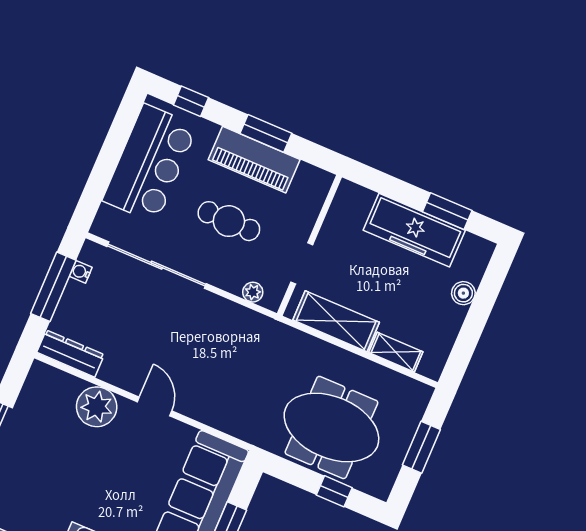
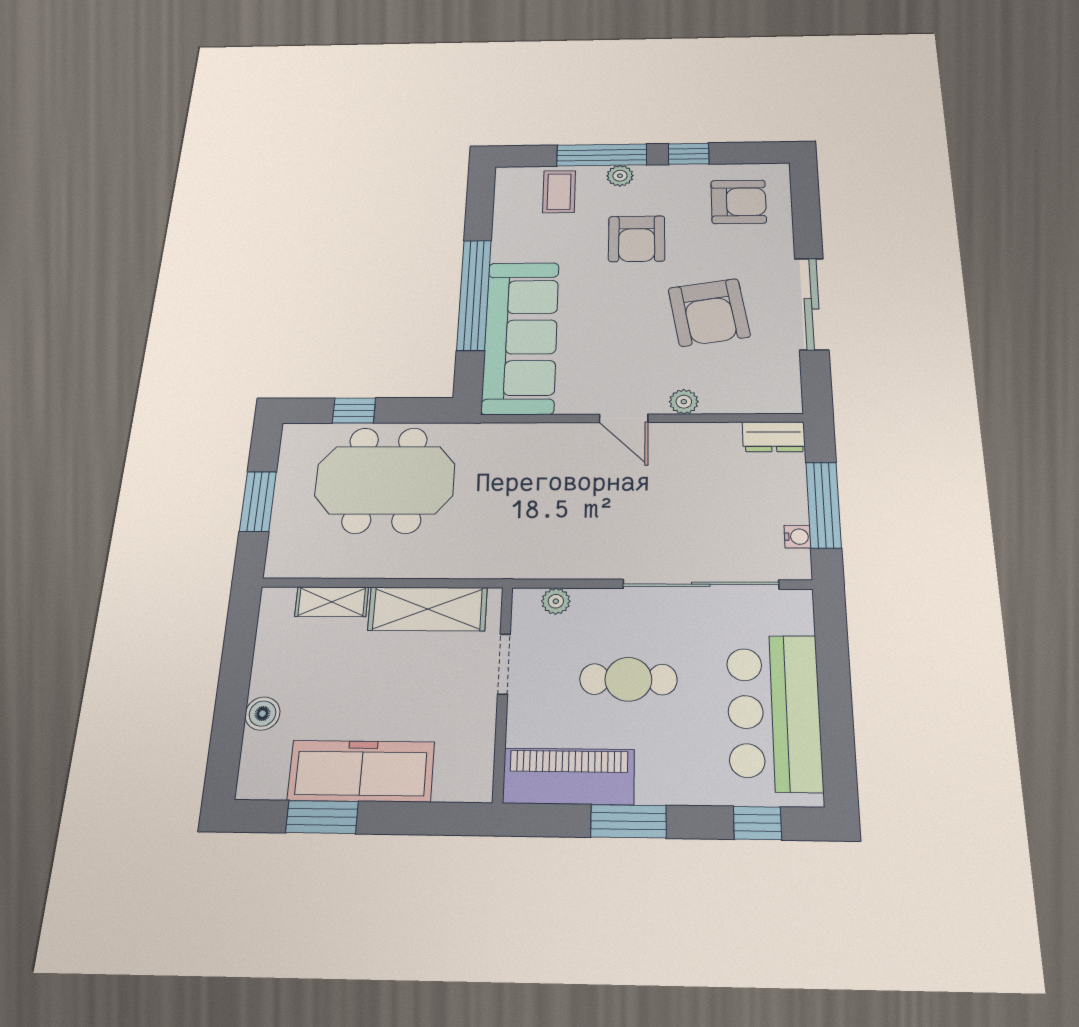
piano: (254, 160) -> (569, 776), moved
dresser: (71, 354) -> (774, 437), width x0.70
plant: (97, 407) -> (684, 402), width x0.53, depth x0.53
armchair: (60, 465) -> (709, 312), added

